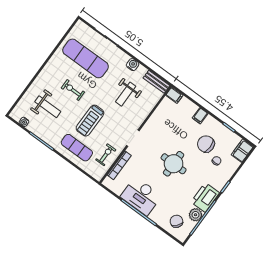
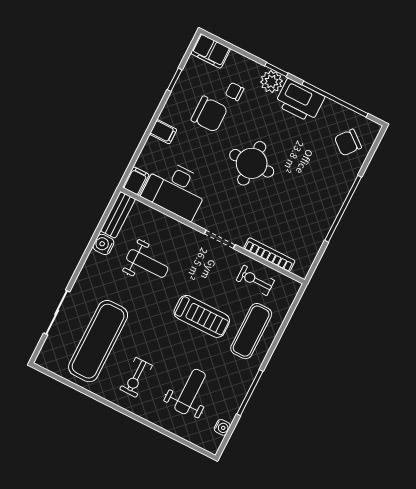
water cooler: (133, 65) -> (103, 244), moved
exercise bike: (73, 90) -> (136, 377), moved
chair: (206, 144) -> (209, 114), turned -90
desk: (141, 196) -> (176, 189), moved, turned 90
plant: (196, 215) -> (271, 82), moved

